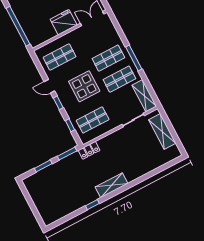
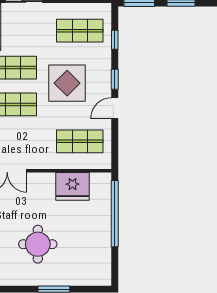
fridge: (64, 22) -> (72, 186), moved
door: (49, 86) -> (115, 108), swing flipped

